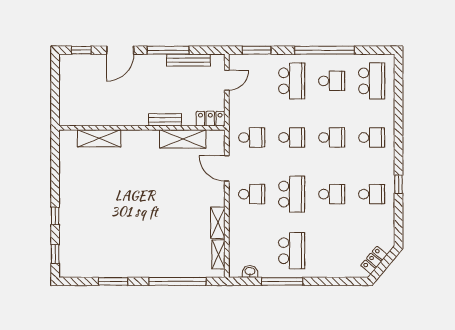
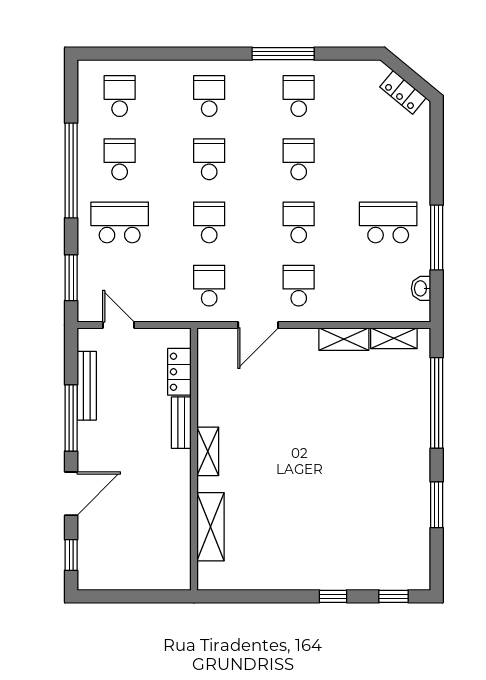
door: (120, 50) -> (71, 494), hinge flipped
school desk: (372, 81) -> (120, 96), width x0.54
locker: (210, 119) -> (179, 372), moved
shelving: (183, 139) -> (208, 451), moved, width x0.67, depth x0.75
window: (398, 184) -> (283, 54), width x2.17
school desk: (292, 194) -> (299, 222), width x0.54

